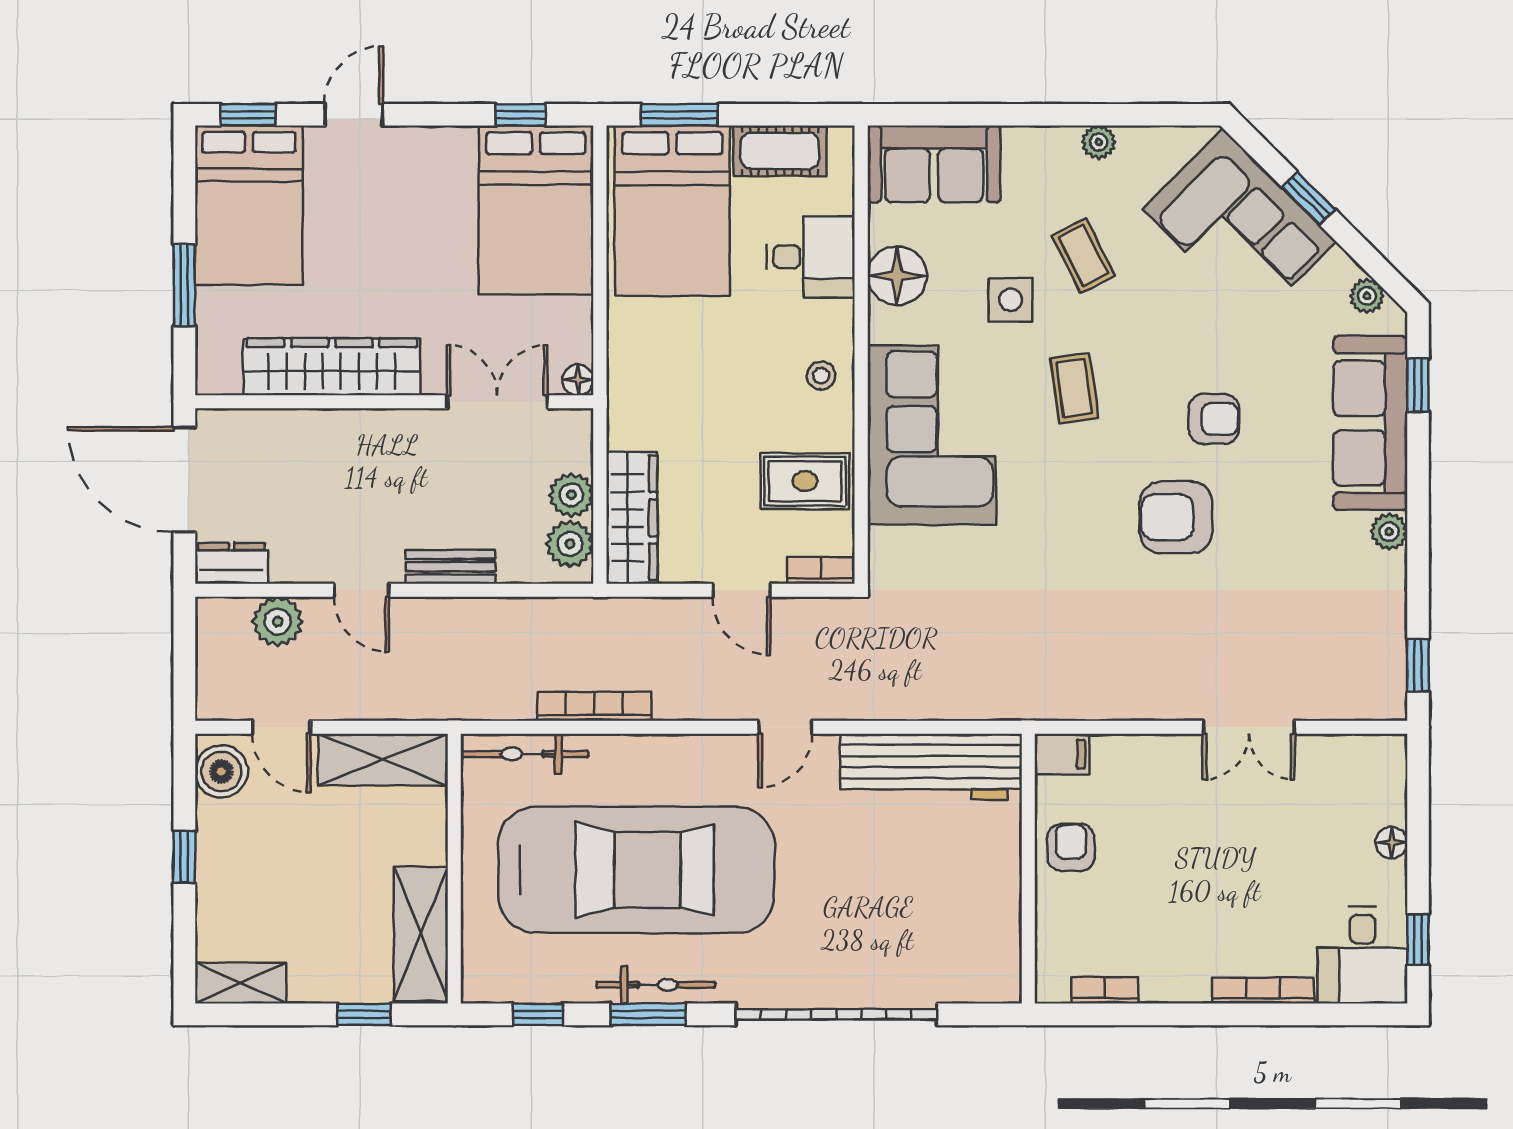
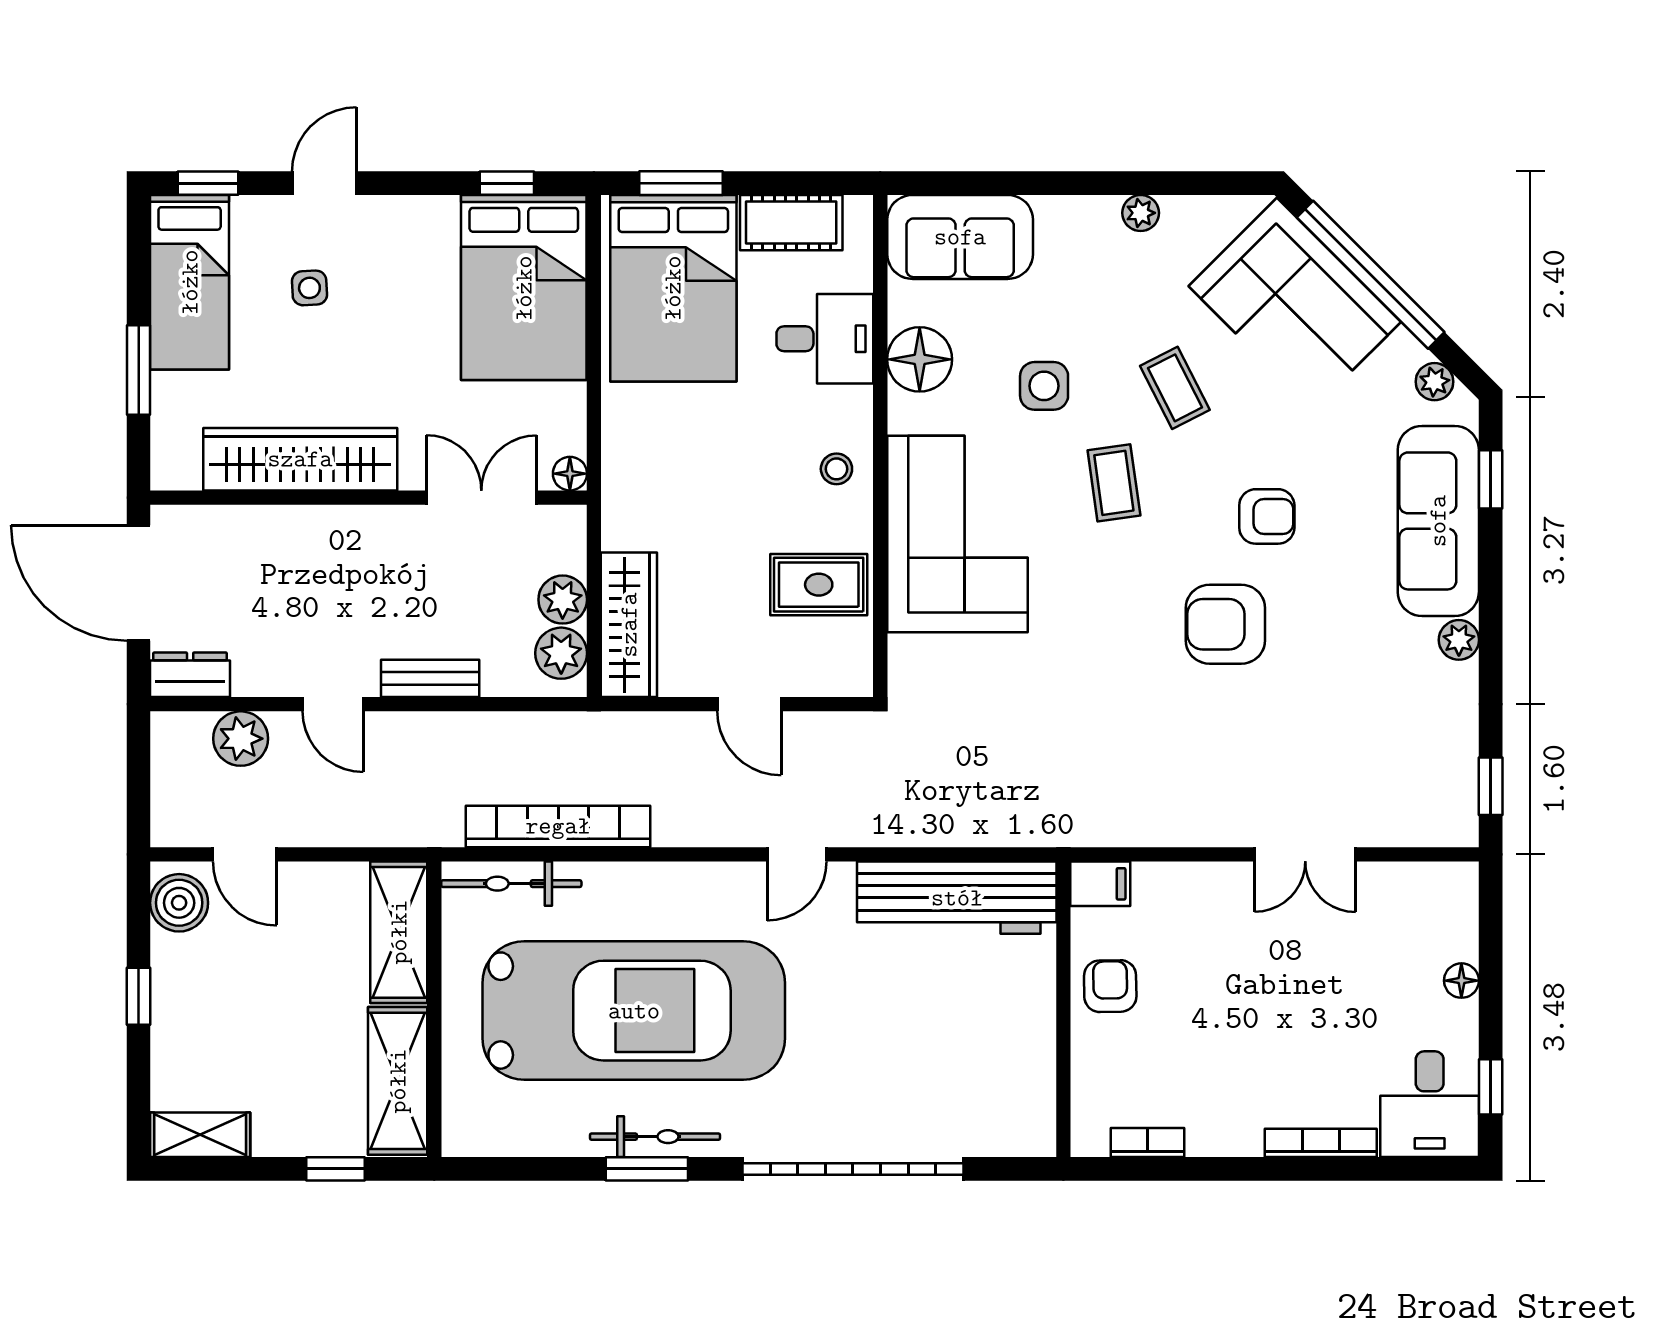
window: (1309, 198) -> (1371, 275), width x3.17
bed: (249, 205) -> (190, 282), width x0.67
side table: (340, 210) -> (309, 288), added
coffee table: (1083, 255) -> (1175, 388), moved
bookcase: (821, 570) -> (836, 682), removed
bookcase: (594, 706) -> (558, 826), width x1.48, depth x1.31
shelving: (383, 760) -> (399, 932), moved, turned 90
window: (538, 1014) -> (526, 1169), removed

